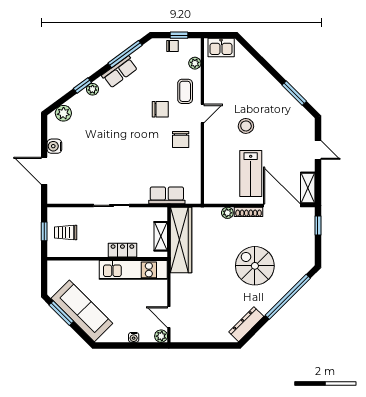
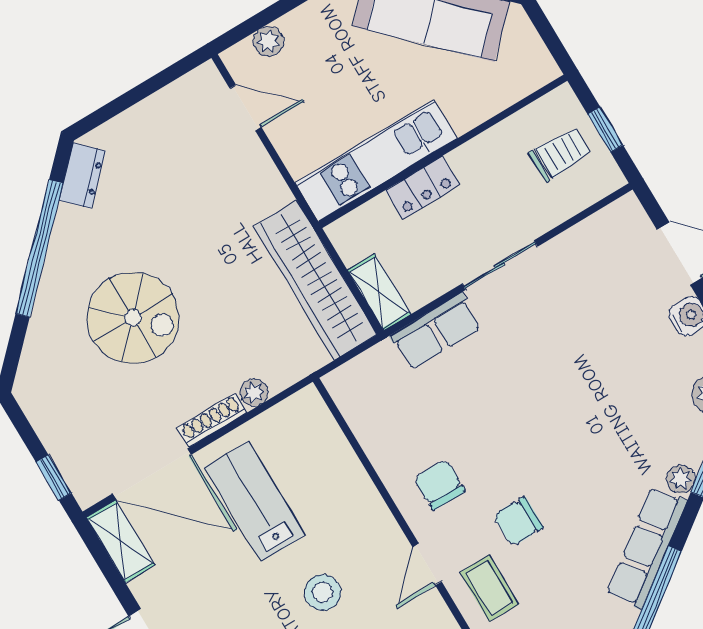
row of seats: (120, 72) -> (647, 548), width x1.48
row of seats: (167, 195) -> (436, 332), moved
shelving: (161, 236) -> (379, 292), moved
window: (288, 297) -> (39, 248), moved
dresser: (246, 324) -> (82, 176), width x0.70
plant: (161, 336) -> (268, 41), moved
water cooler: (134, 337) -> (293, 23), removed

